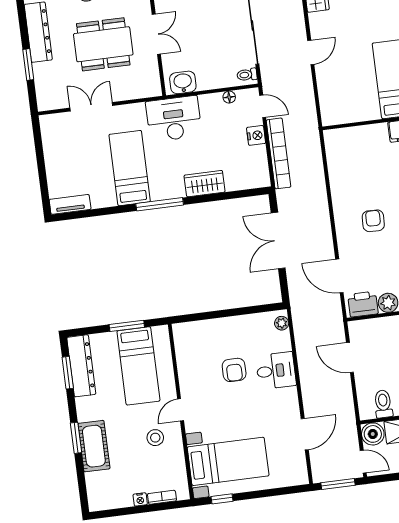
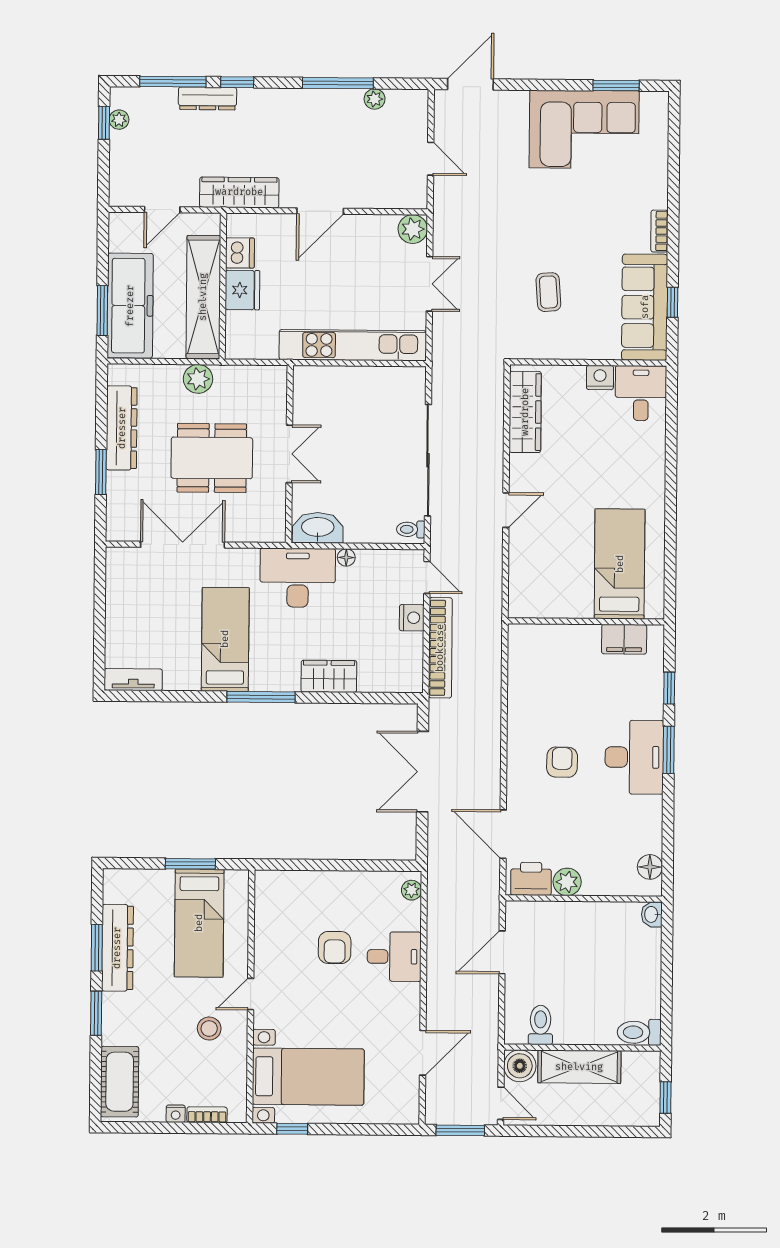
washbasin: (183, 82) -> (318, 528), width x1.38
floor lamp: (229, 97) -> (346, 557), moved
double door: (91, 107) -> (183, 545), width x1.37
door: (350, 357) -> (502, 952), hinge flipped
dresser: (81, 366) -> (117, 948), moved
window: (68, 373) -> (97, 948), moved
cot: (94, 446) -> (120, 1082), moved

